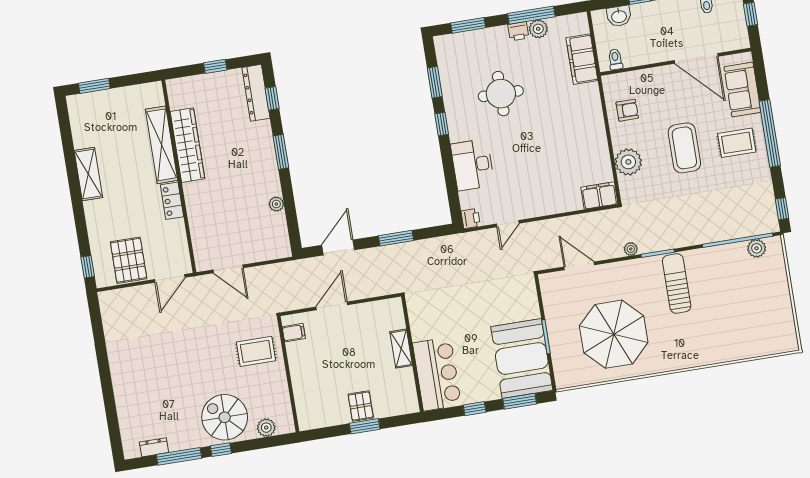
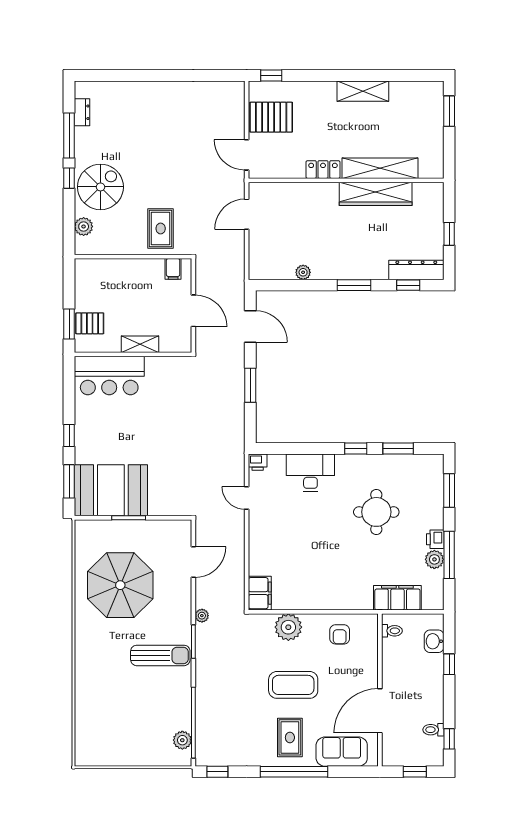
shelving: (401, 349) -> (140, 344), moved
wall: (412, 354) -> (133, 354), moved
bar counter: (437, 374) -> (109, 375), moved

